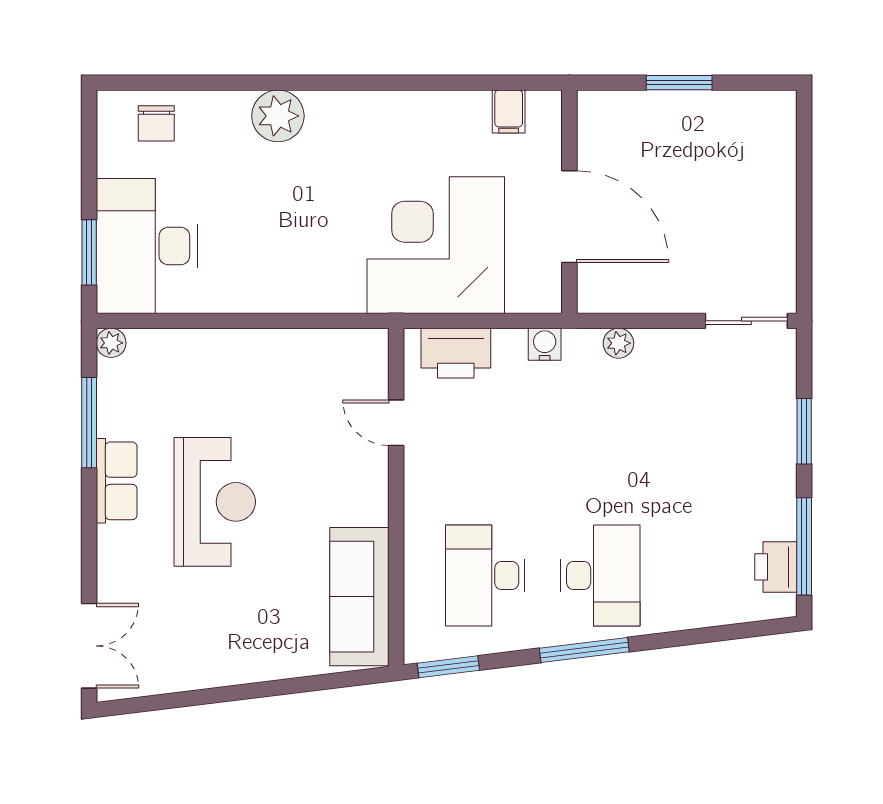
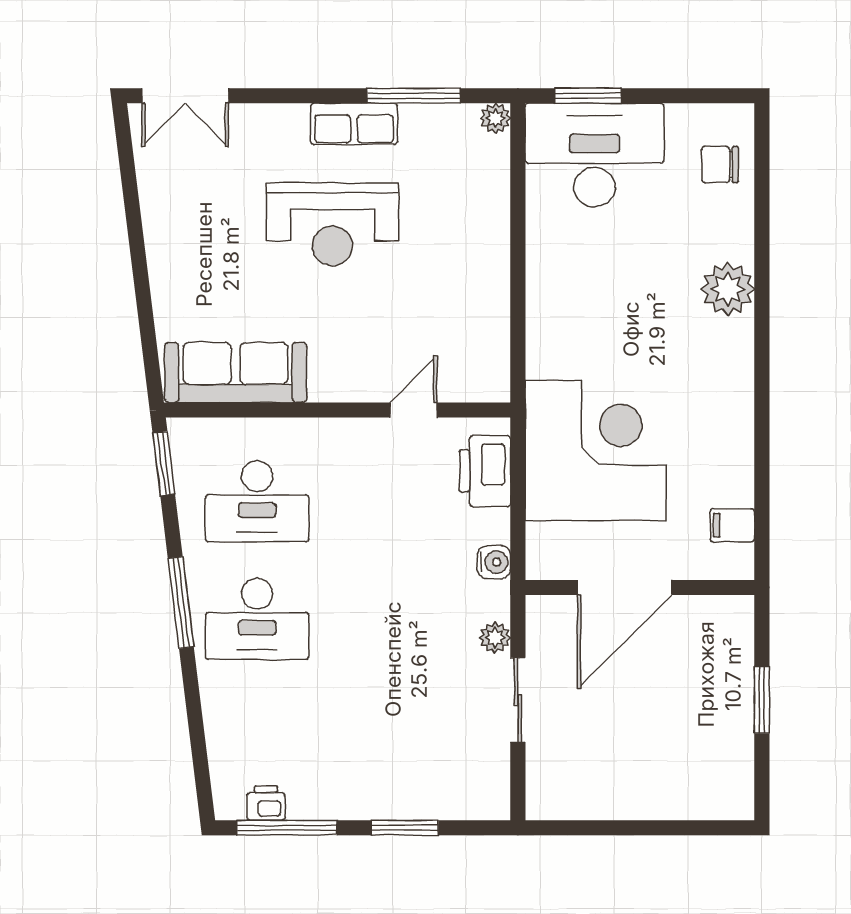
sliding door: (746, 321) -> (518, 700), moved
printer: (776, 567) -> (266, 803), width x0.73, depth x0.81
desk: (485, 575) -> (257, 501), turned 180

